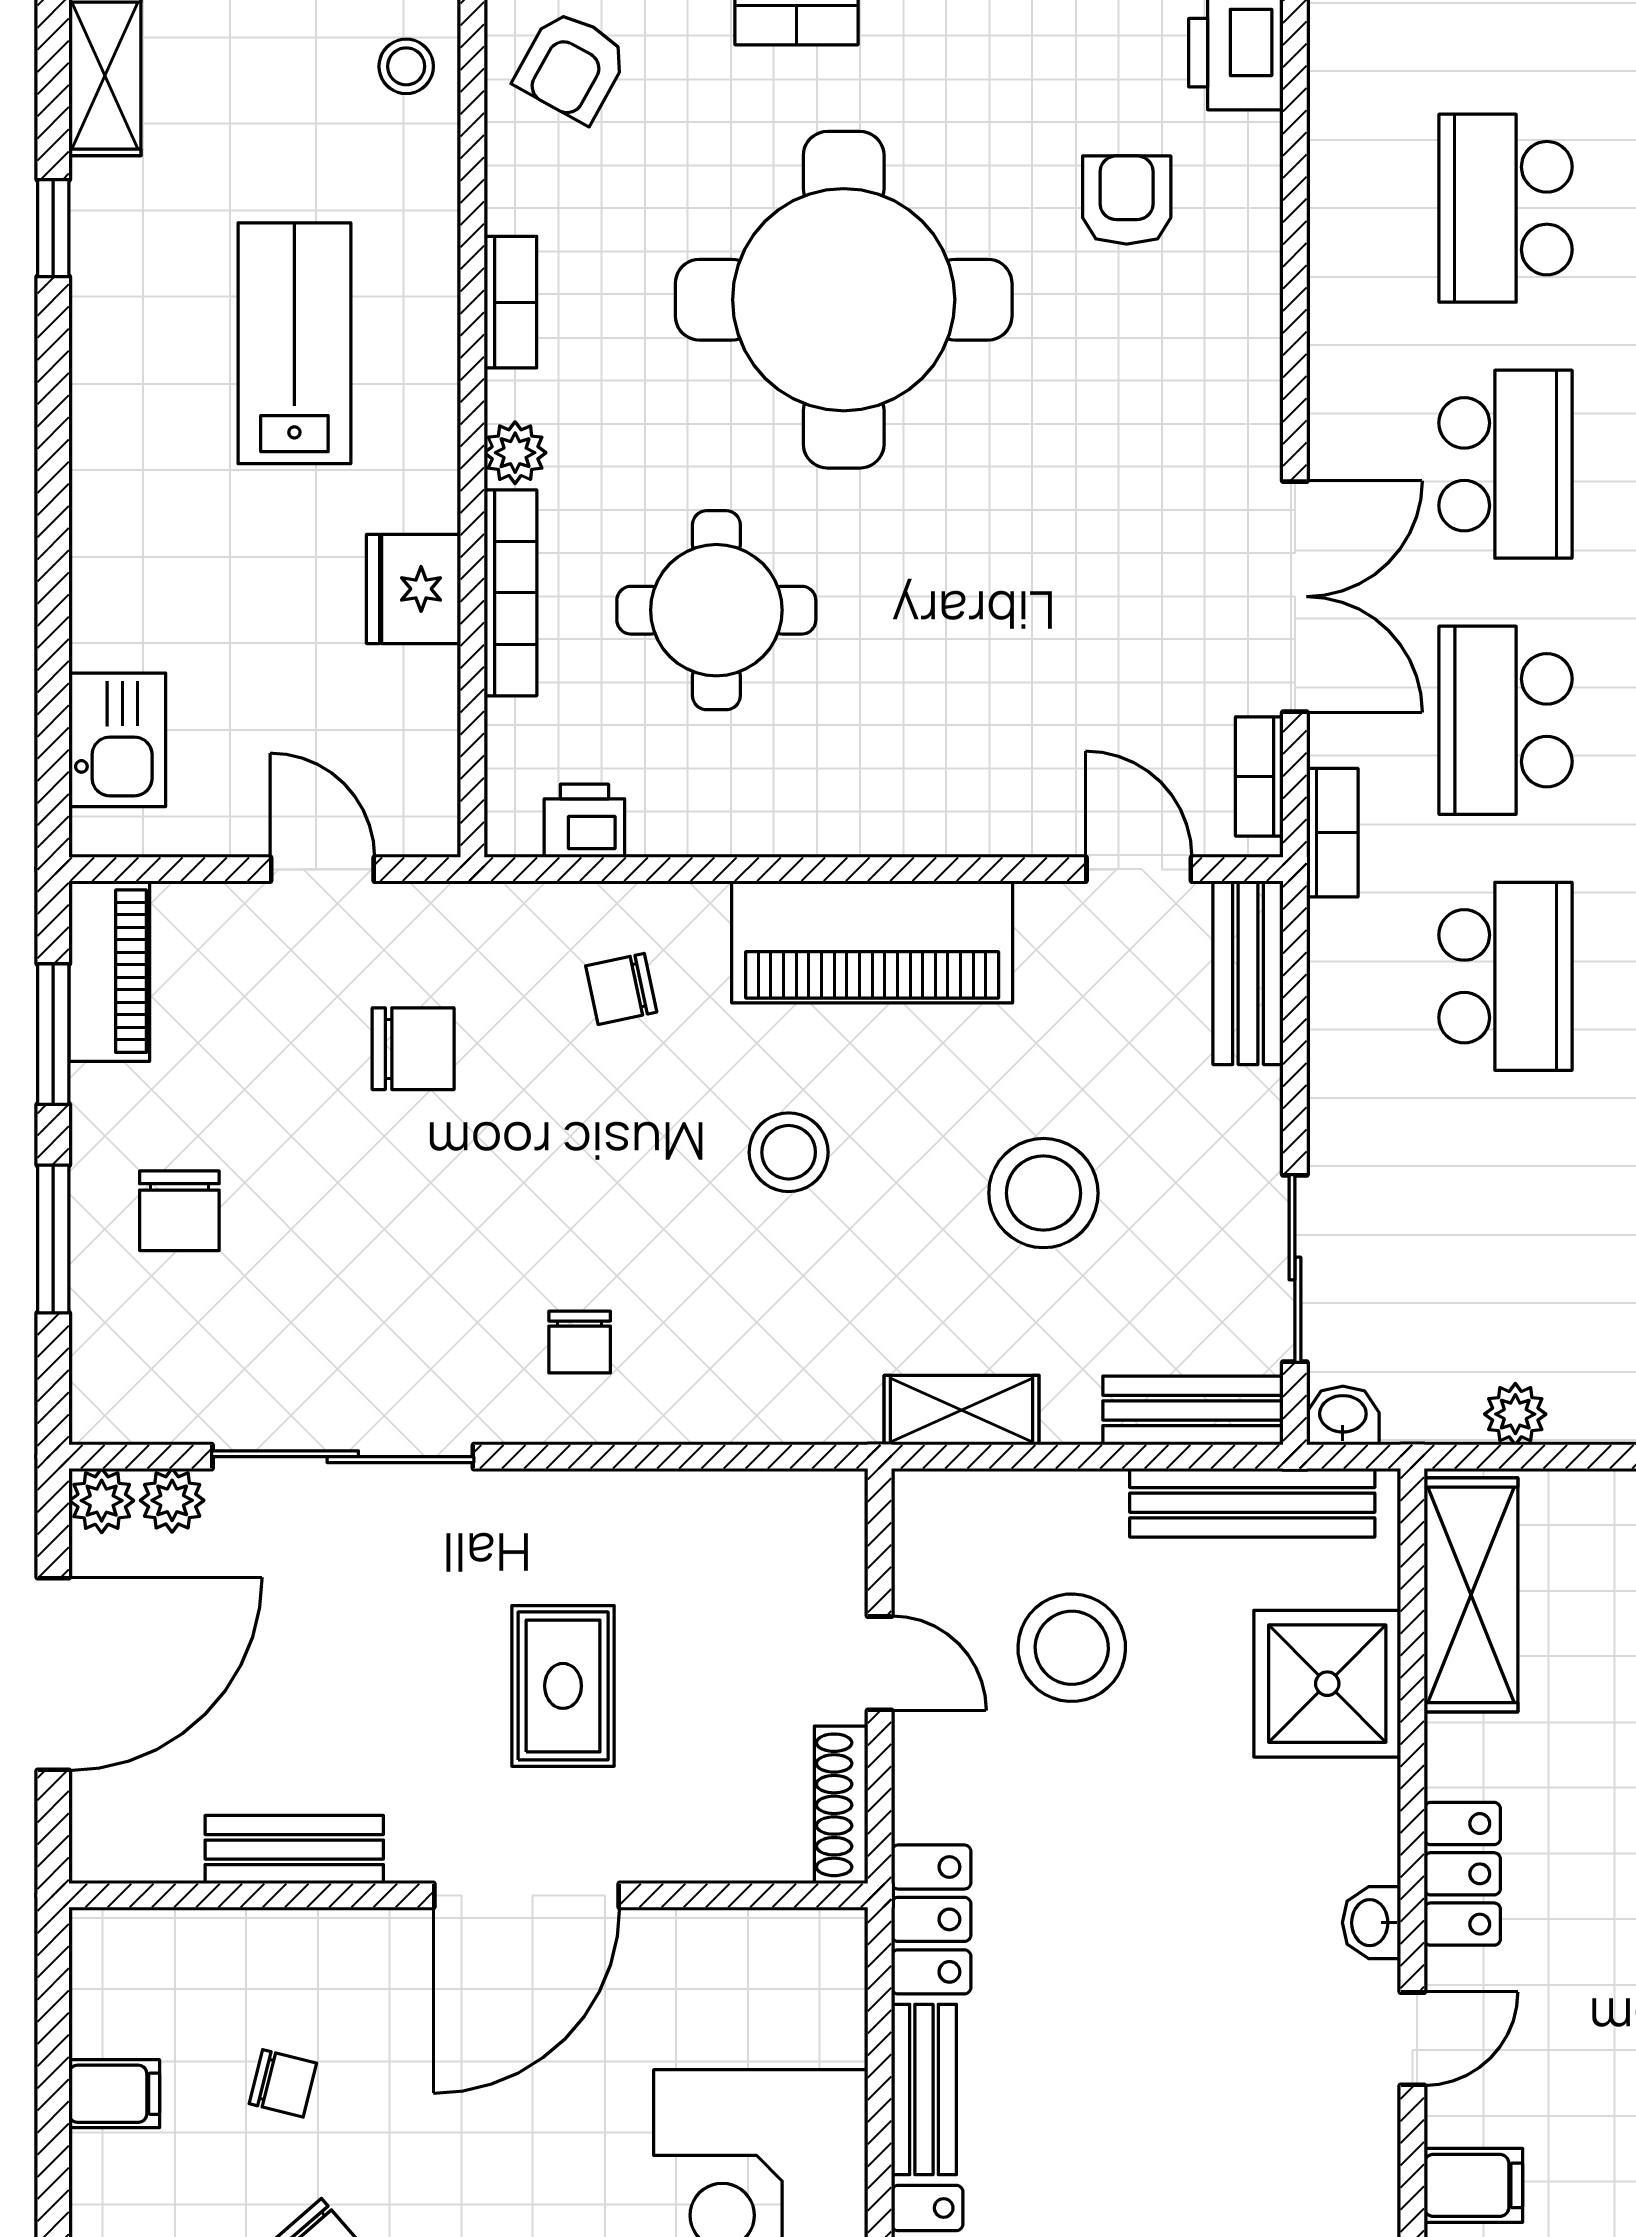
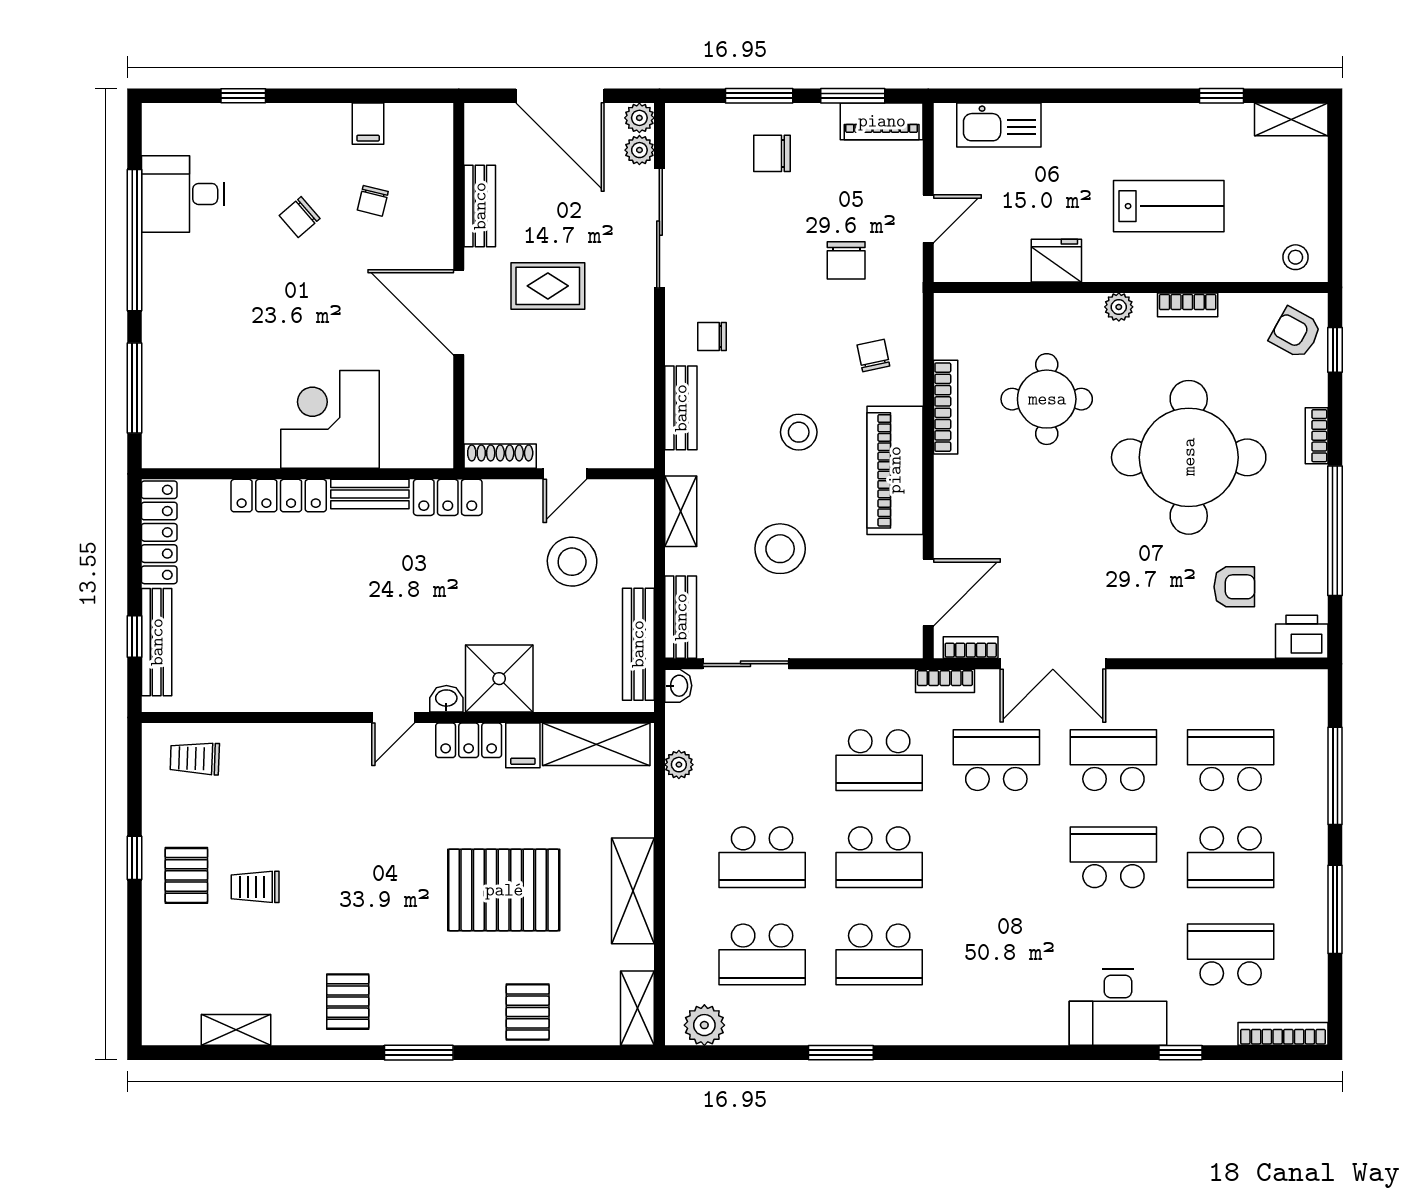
school desk: (1505, 464) -> (1113, 760), turned 180
bookcase: (510, 593) -> (946, 407), moved, turned -90
kitchen sink: (117, 740) -> (999, 125), width x1.38
printer: (584, 821) -> (950, 339), removed
door: (1139, 869) -> (928, 592), width x1.38
bench: (1248, 973) -> (681, 408), moved, turned 90
shower: (1327, 1684) -> (499, 679), moved
rug: (563, 1686) -> (548, 286), moved
door: (1412, 2039) -> (393, 717), hinge flipped
filing cabinet: (1473, 2185) -> (523, 745), moved

